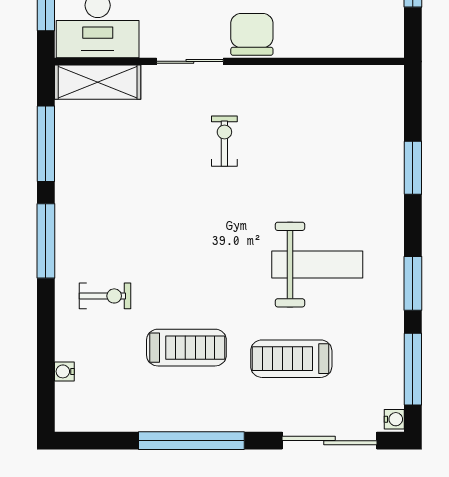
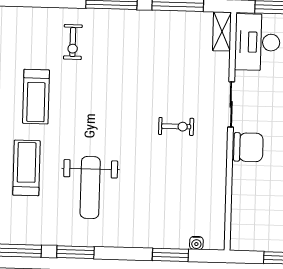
shelving: (98, 82) -> (222, 31), width x0.67, depth x0.75
window: (413, 168) -> (170, 255), moved
water cooler: (64, 371) -> (196, 243), moved, turned 180

